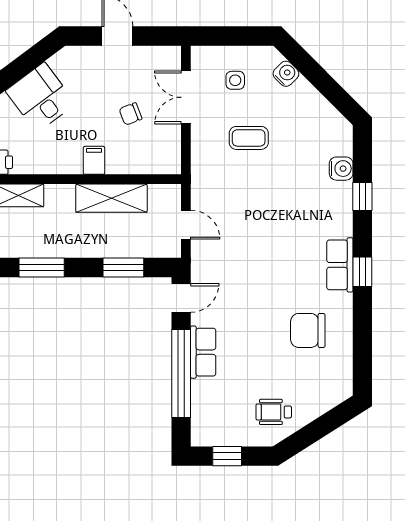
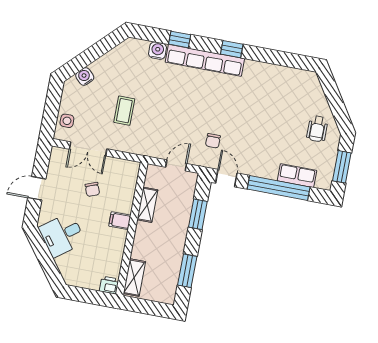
side table: (235, 80) -> (67, 121), moved
desk: (40, 97) -> (62, 235), moved
shelving: (111, 198) -> (147, 205), width x0.67, depth x0.75
row of seats: (340, 265) -> (205, 60), width x2.02
chair: (308, 330) -> (213, 141), moved, width x0.54, depth x0.54
row of seats: (203, 352) -> (297, 176), moved
window: (227, 456) -> (342, 167), width x1.50

